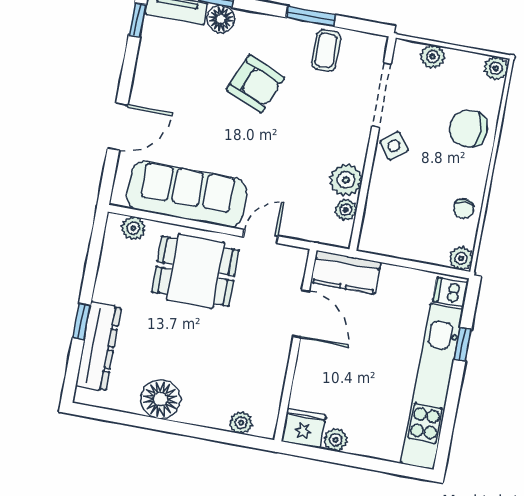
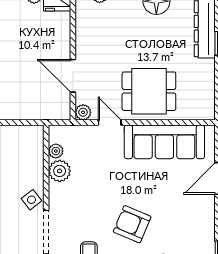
plant: (133, 228) -> (83, 112), moved
door: (261, 236) -> (110, 123), swing flipped
kitchen counter: (346, 272) -> (48, 109), removed

